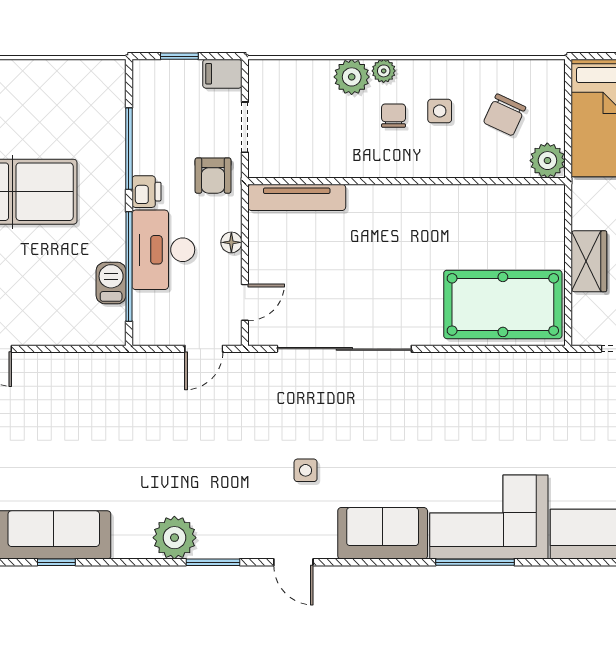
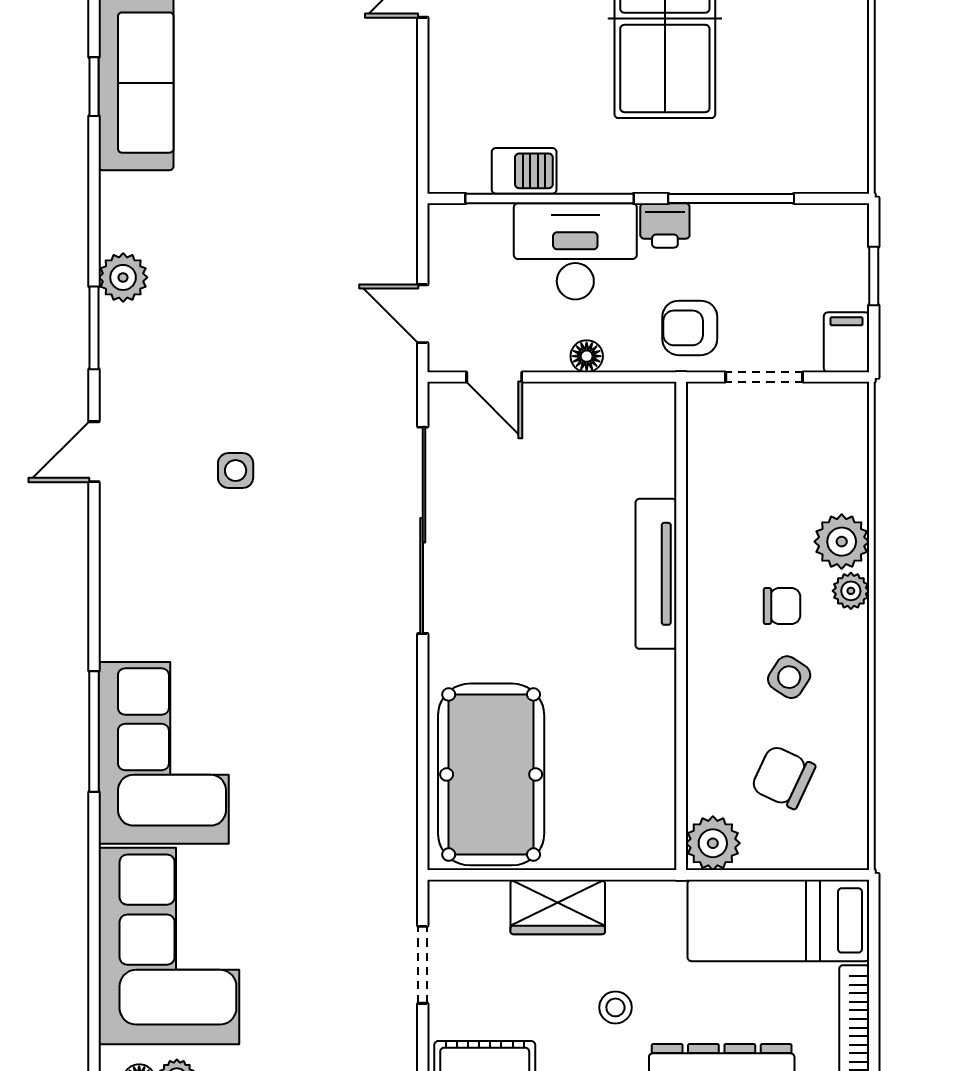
side table: (440, 111) -> (789, 677), turned 33
tv unit: (297, 197) -> (656, 574), moved
sofa: (383, 533) -> (139, 589), removed
plant: (174, 538) -> (123, 277), width x0.73, depth x0.73

